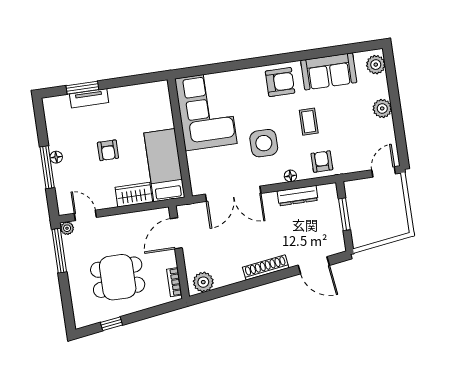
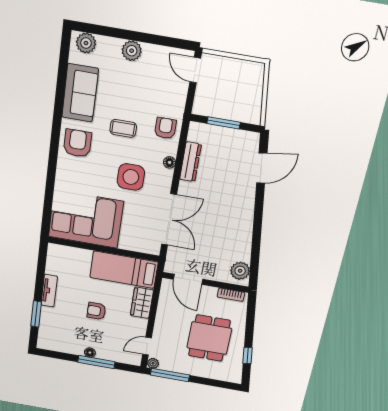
tv unit: (89, 98) -> (49, 291), moved
armchair: (108, 150) -> (96, 311), turned 180
armchair: (322, 162) -> (165, 128), turned 90
shoe rack: (266, 267) -> (247, 213), removed

